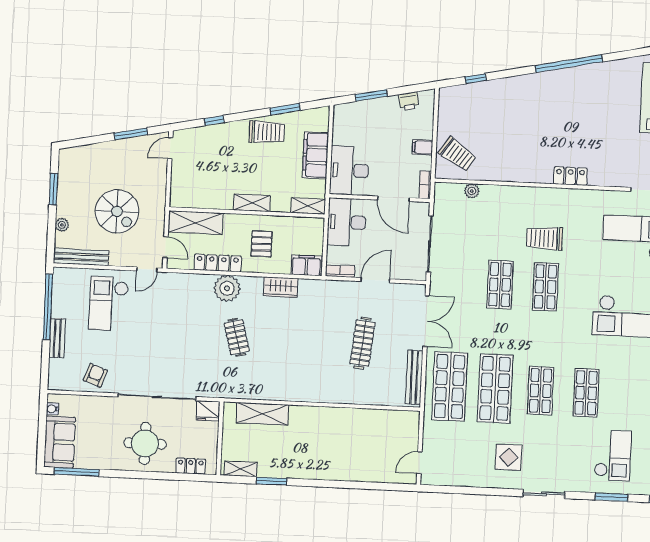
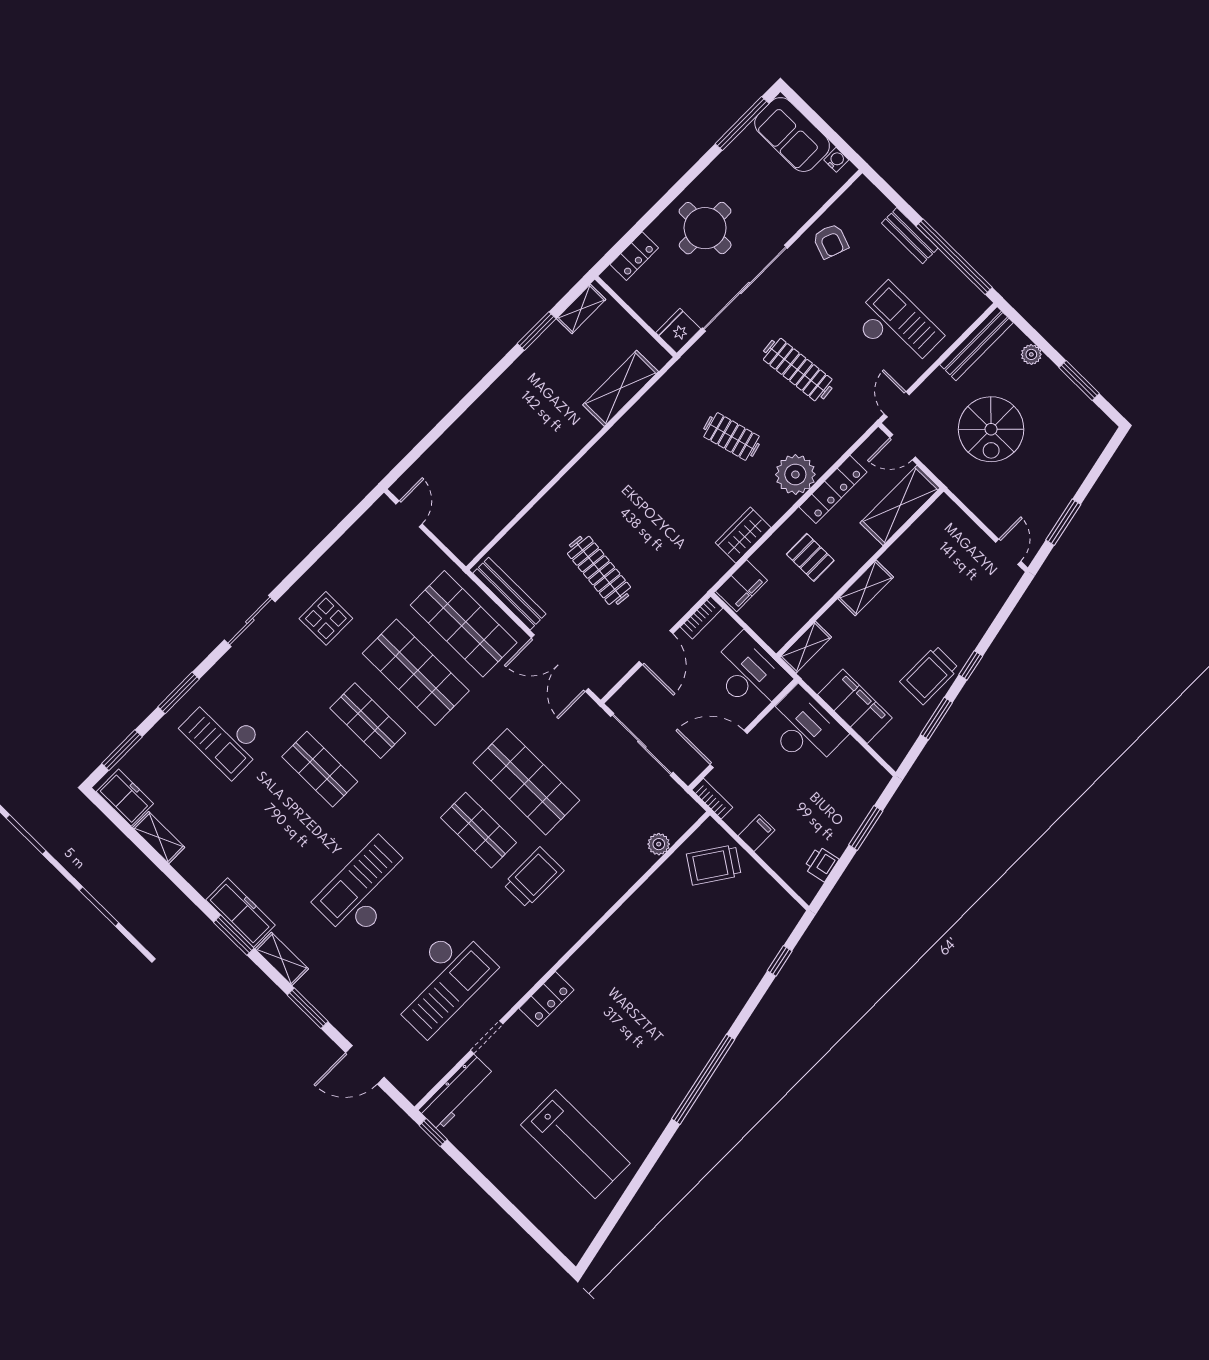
window: (214, 121) -> (971, 665), moved
locker: (570, 176) -> (546, 999), moved
spiral stairs: (117, 211) -> (991, 429), turned -90
shop shelf: (500, 285) -> (526, 782), width x1.43, depth x1.36
clothes rail: (174, 334) -> (798, 370), added

